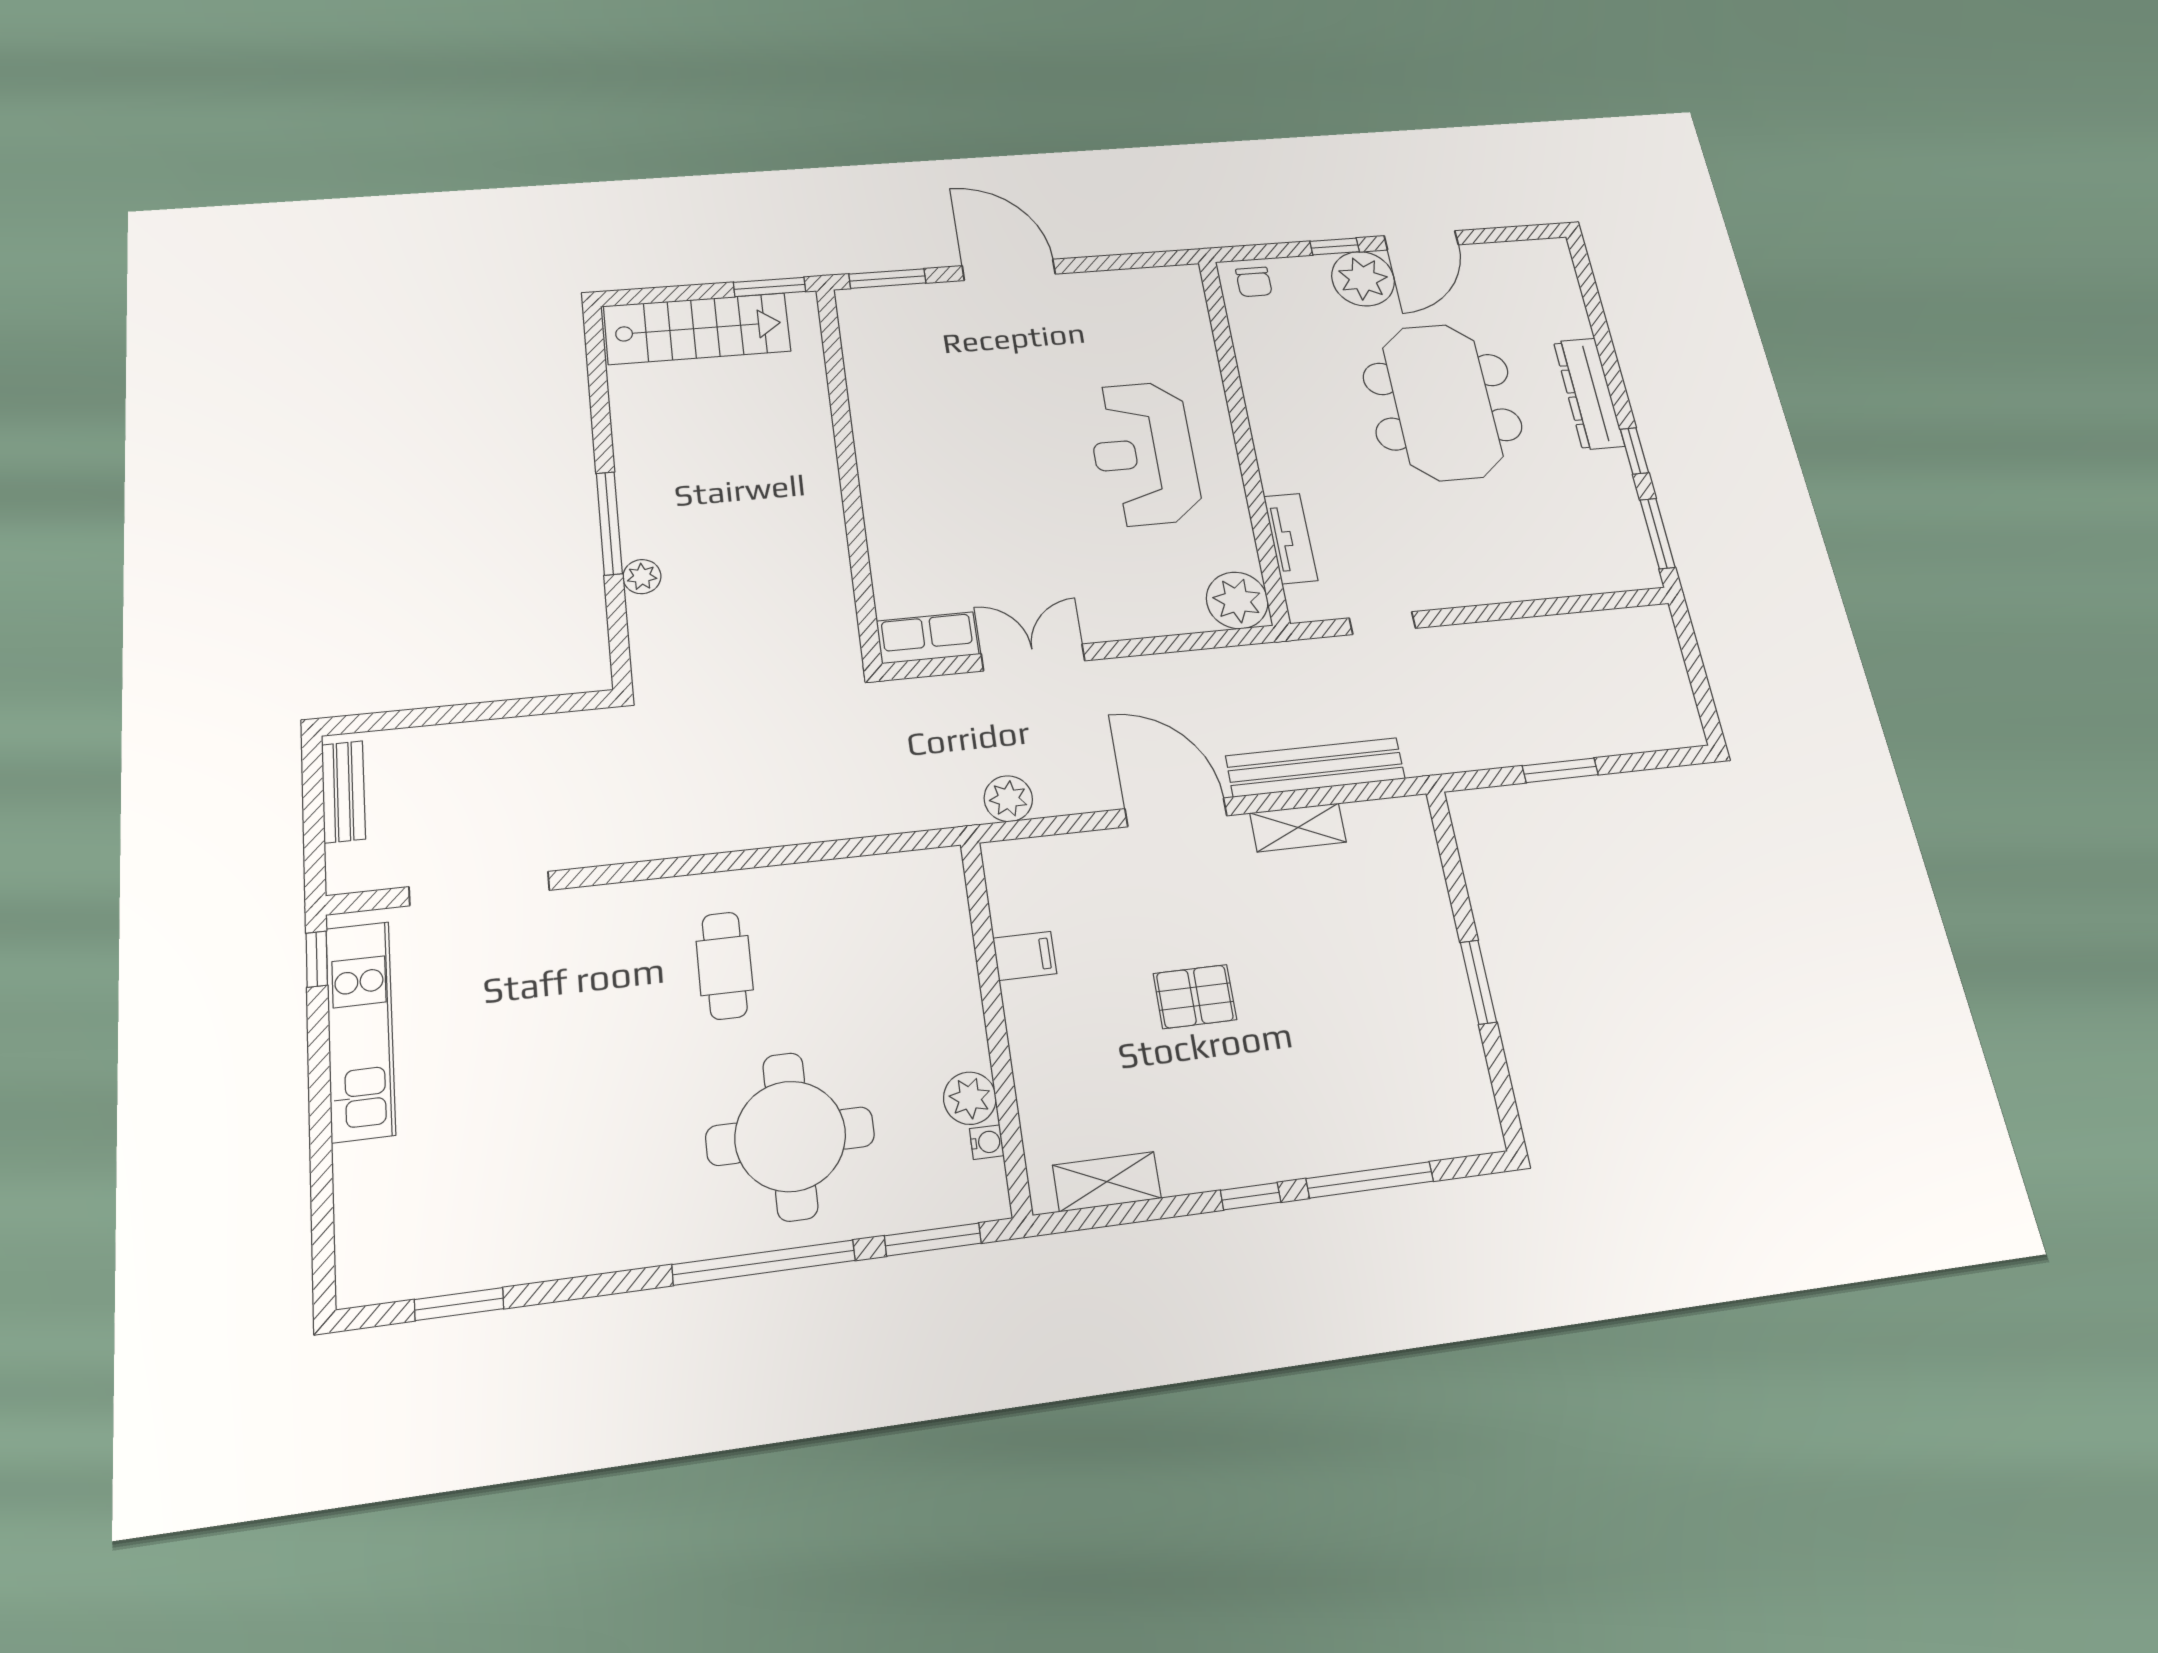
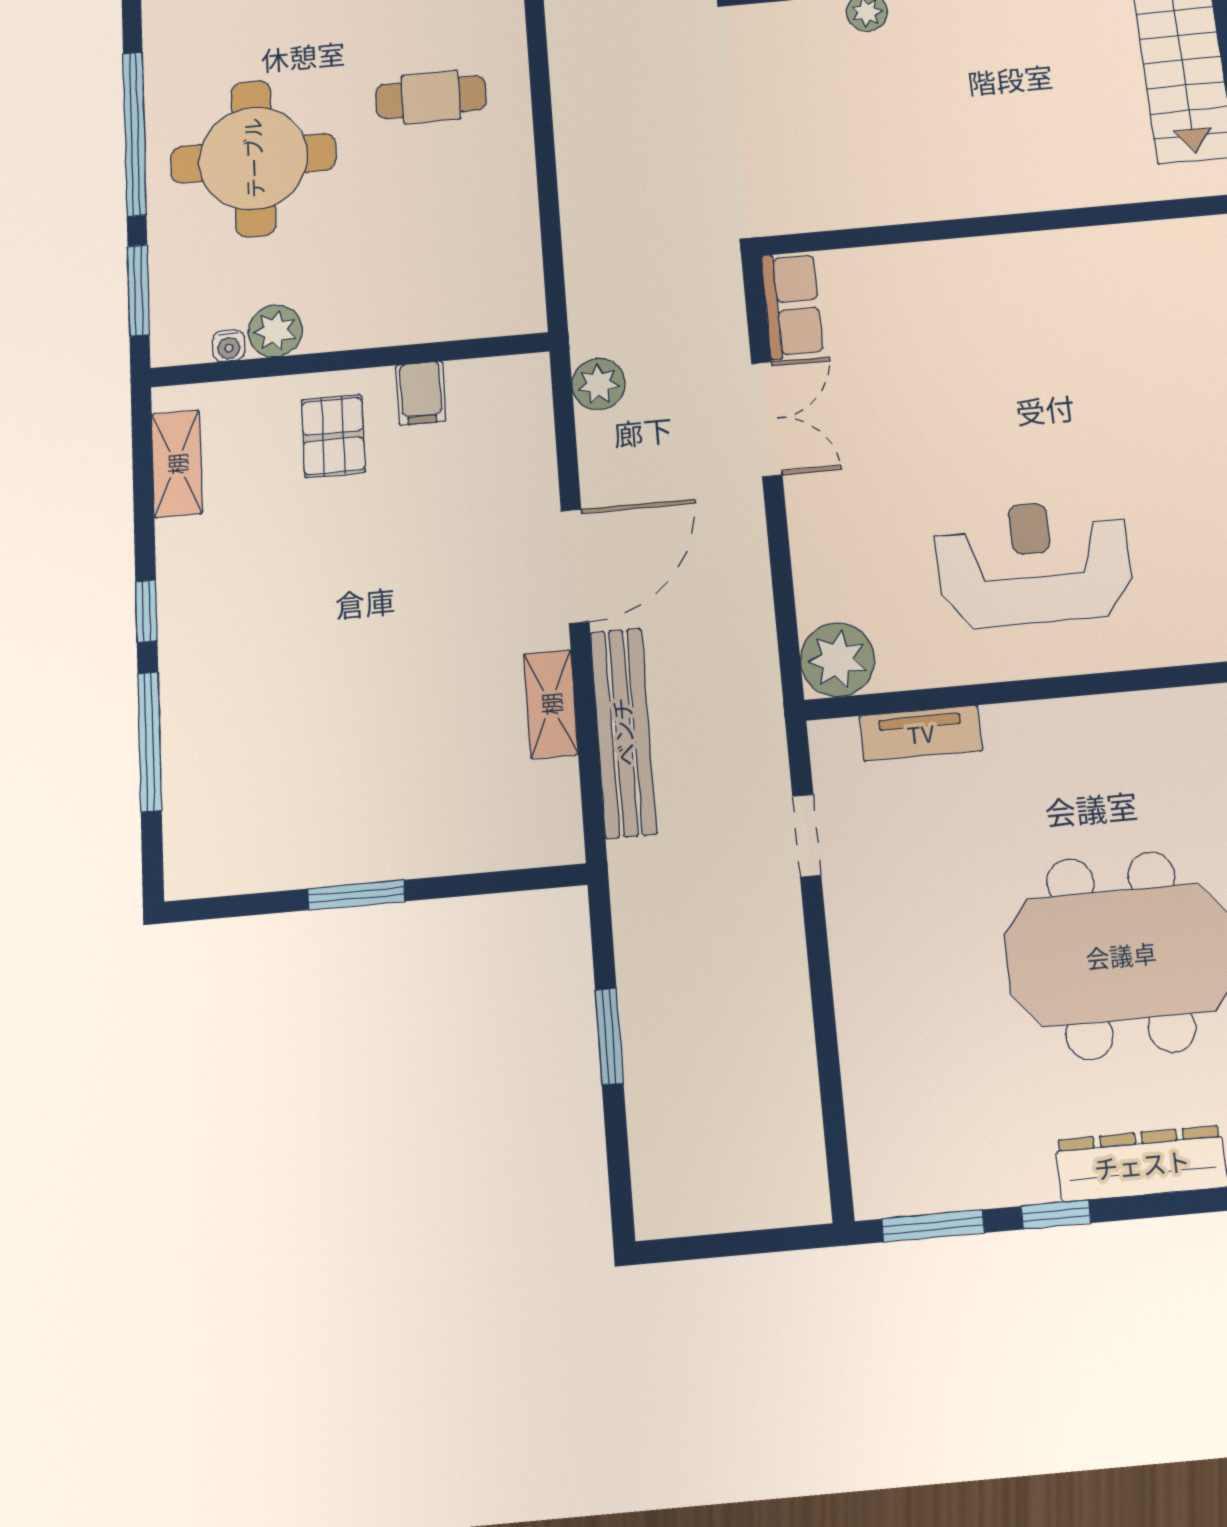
pallet: (1195, 997) -> (333, 436), moved

